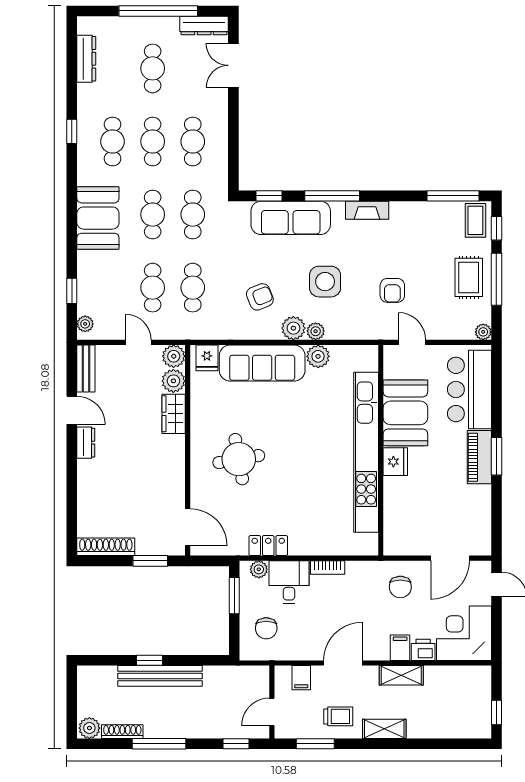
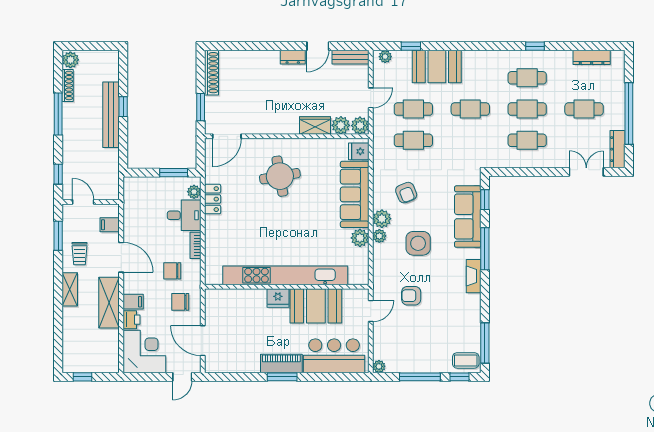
cafe table: (193, 215) -> (470, 140), removed
booth: (98, 218) -> (437, 67), moved
rug: (469, 277) -> (421, 355), removed
chair: (266, 628) -> (172, 271), moved
shelving: (401, 675) -> (109, 303), width x1.50, depth x1.33

